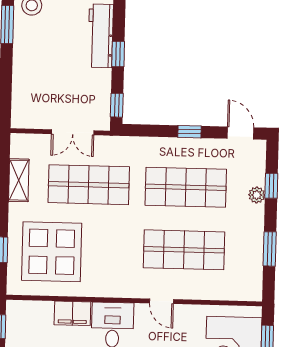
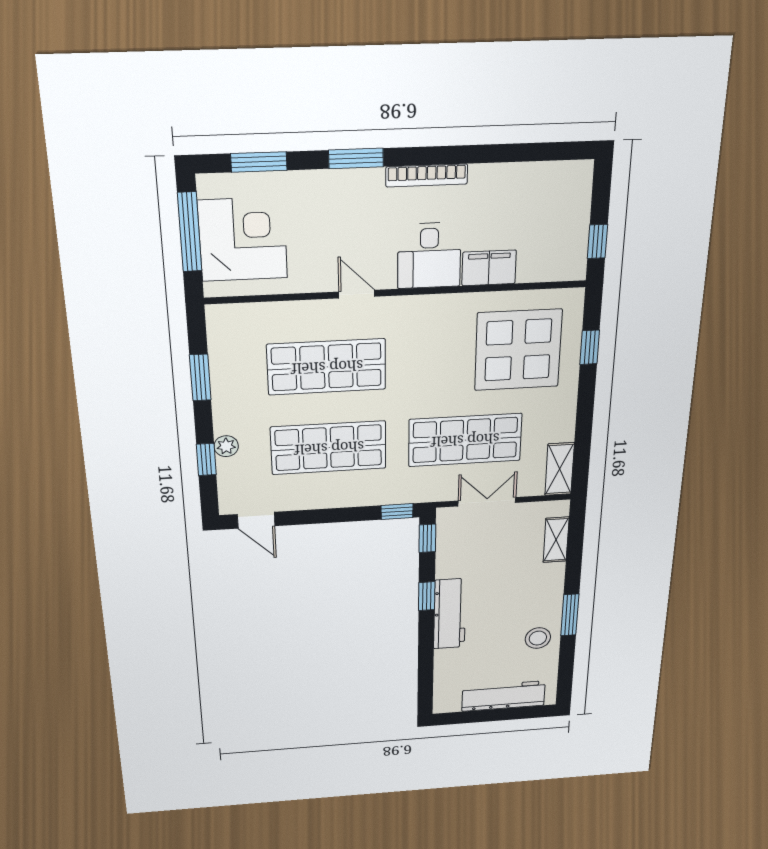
shelving: (20, 94) -> (556, 540), added
window: (190, 132) -> (397, 512), moved
shelving: (19, 180) -> (560, 469), moved

